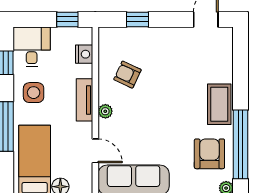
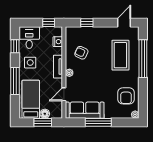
coffee table: (219, 104) -> (120, 55), moved, width x1.36, depth x1.32
window: (240, 144) -> (143, 59), moved
door: (95, 151) -> (64, 94), swing flipped
armchair: (209, 154) -> (126, 96), turned 180

